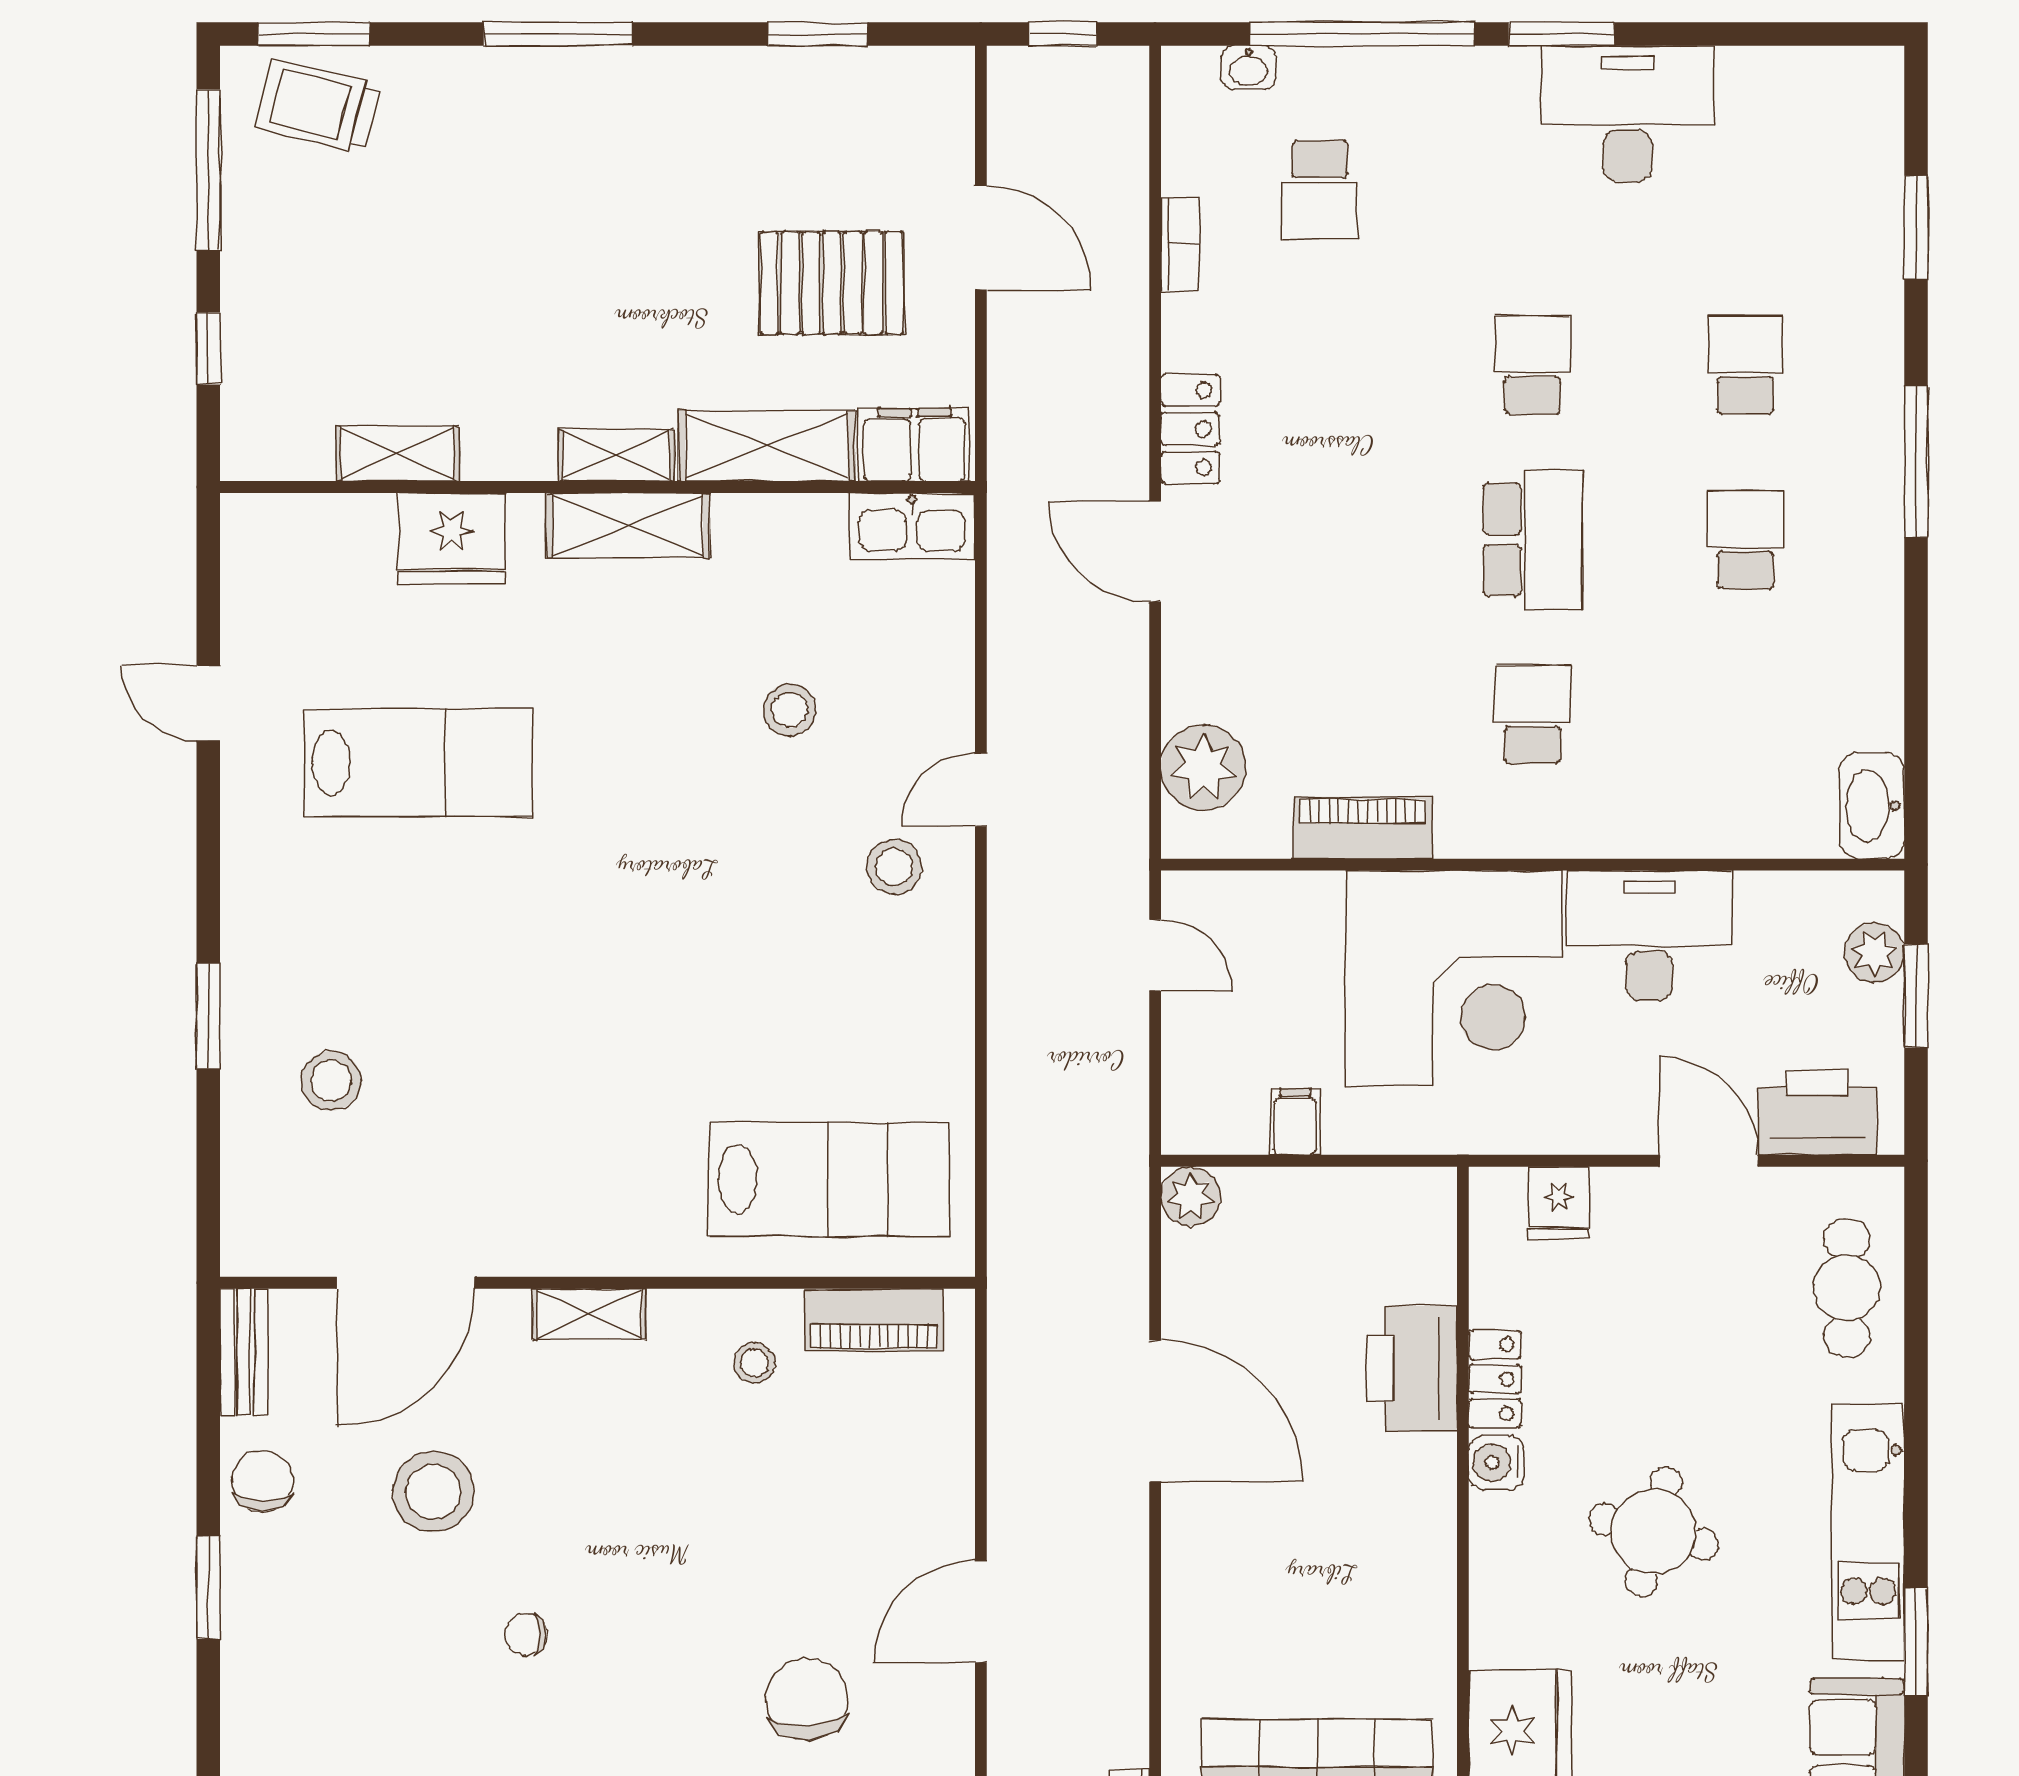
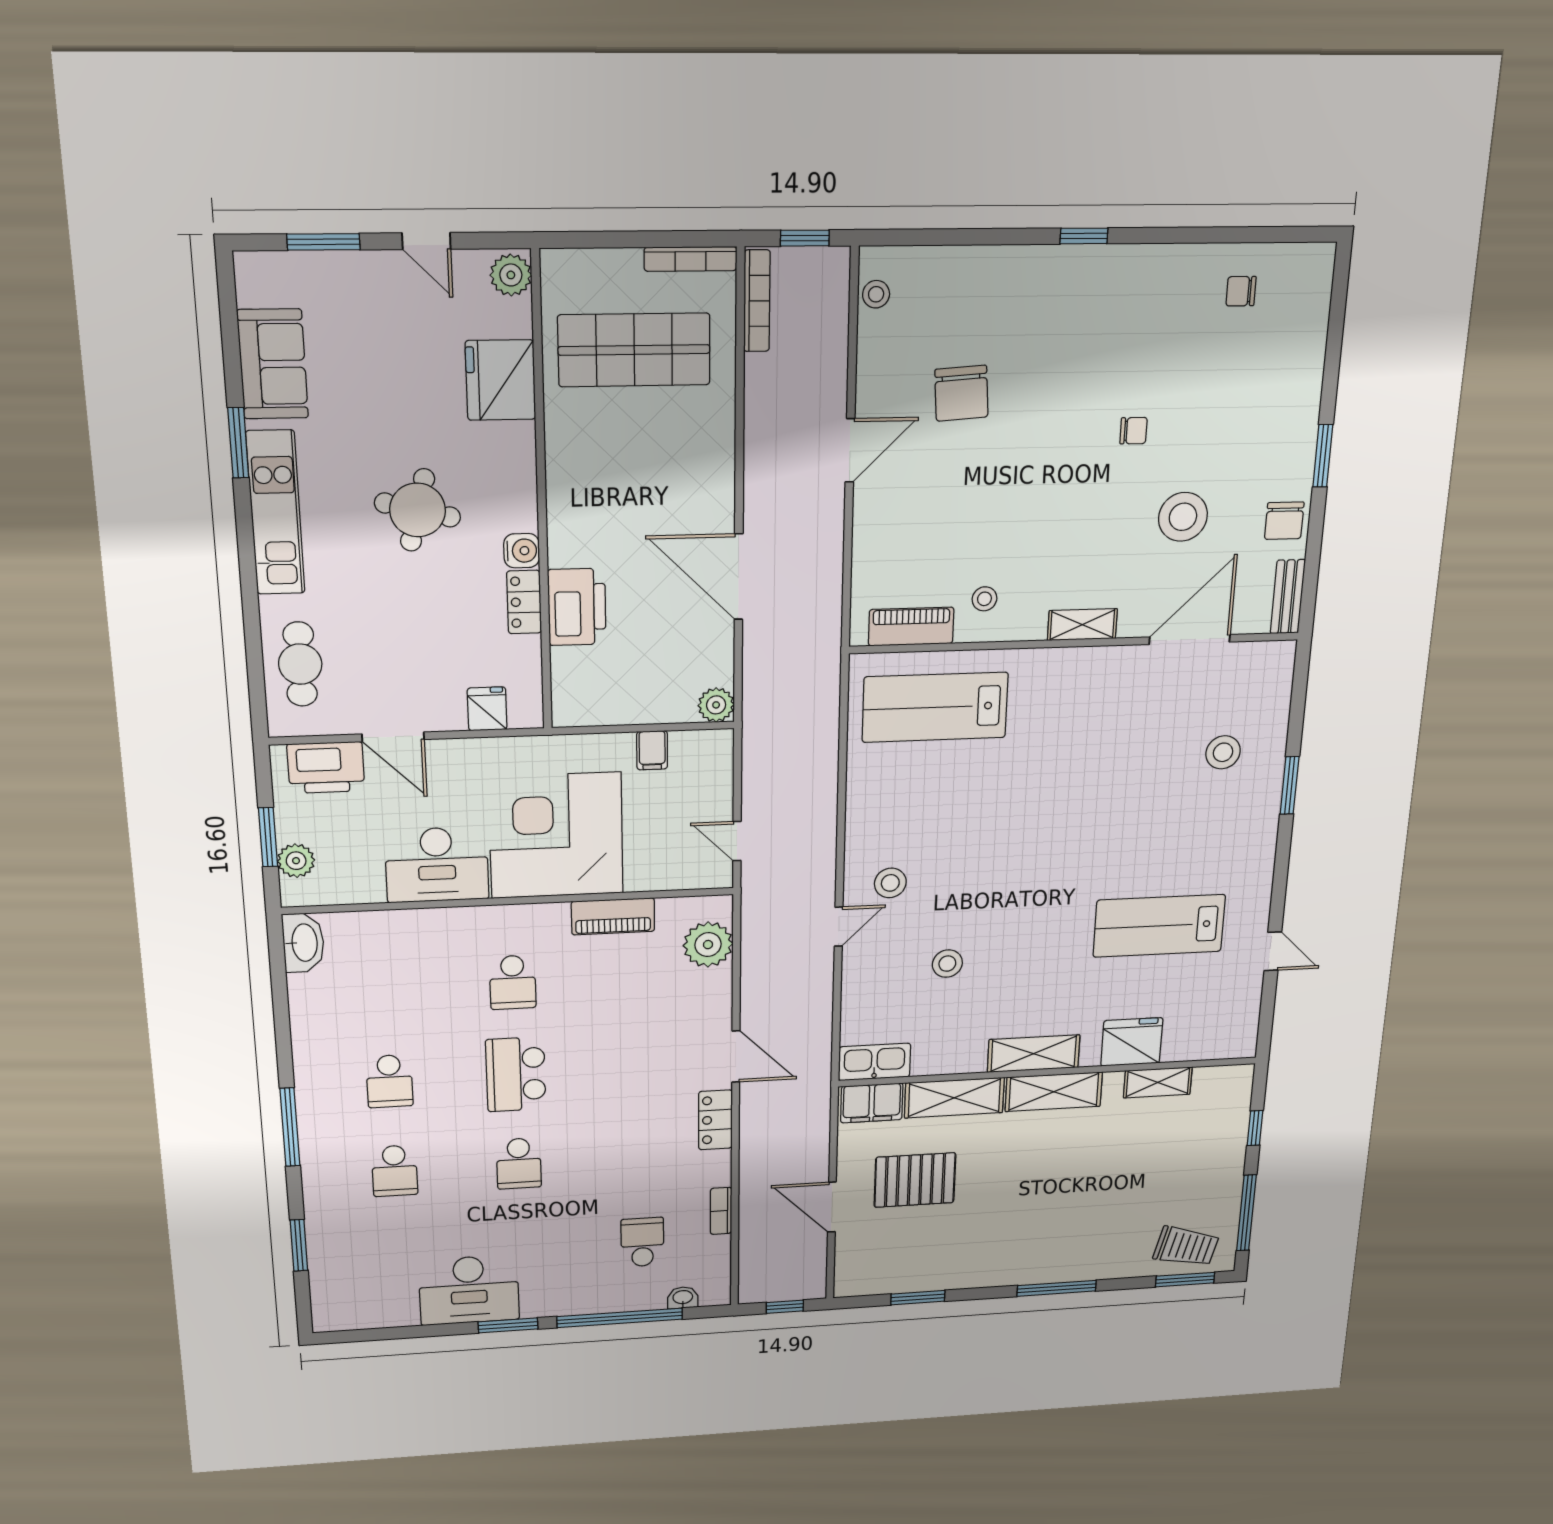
shelving: (616, 455) -> (1054, 1092), width x1.50, depth x1.33

